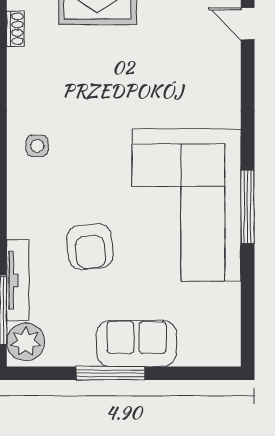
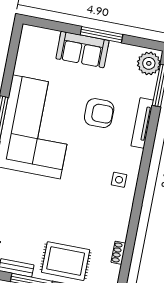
armchair: (90, 247) -> (99, 113), turned 96
tv unit: (18, 280) -> (142, 123), moved

